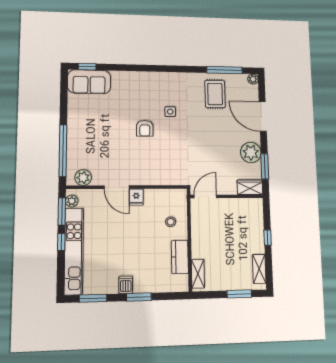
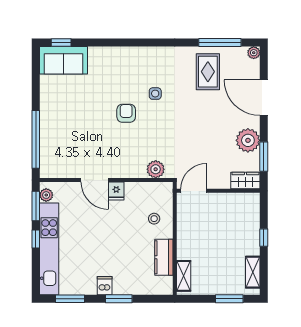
armchair: (145, 128) -> (126, 113), turned 180
plant: (83, 178) -> (156, 169), moved

